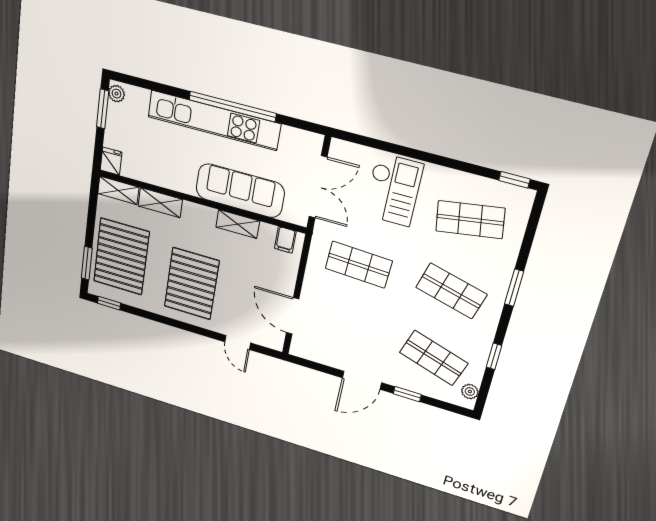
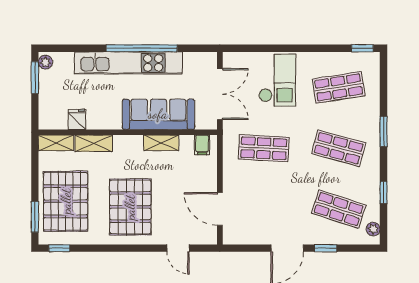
fridge: (111, 161) -> (77, 119), moved

